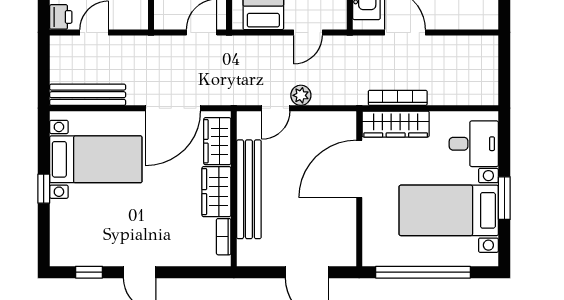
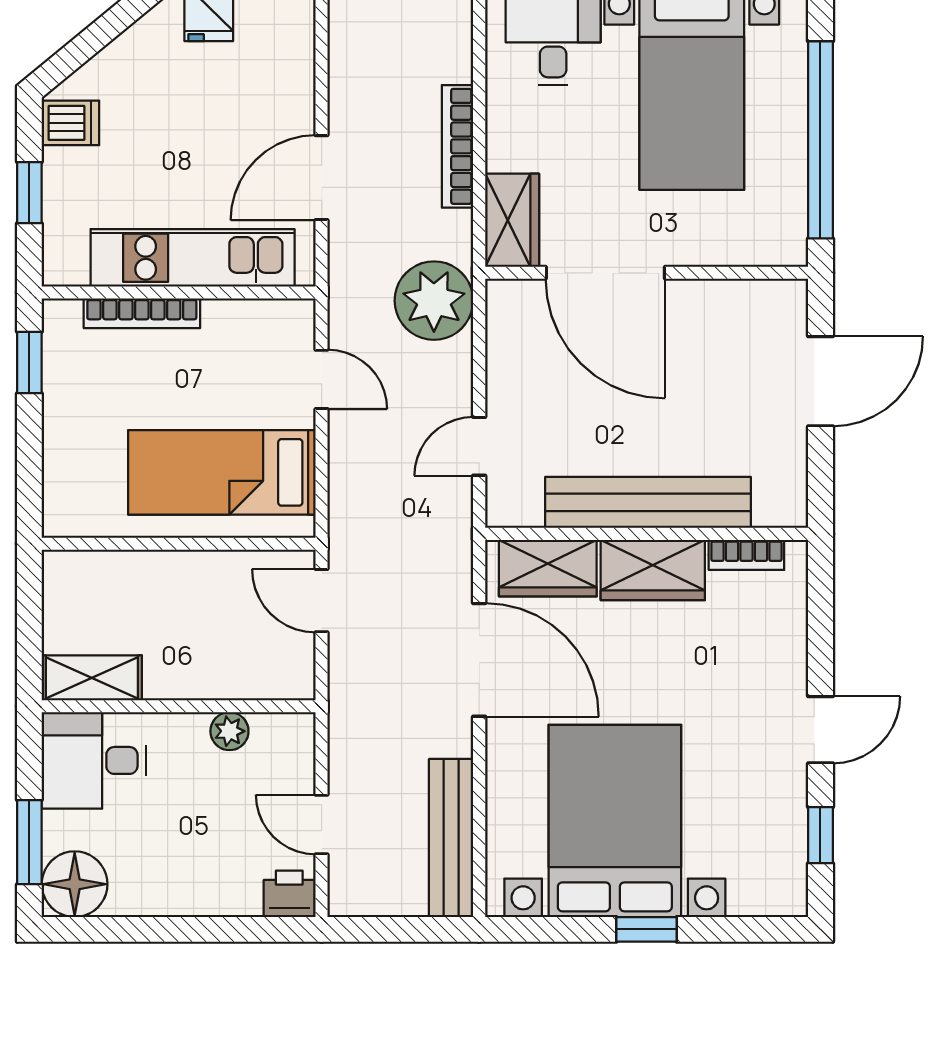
plant: (301, 95) -> (434, 301), moved, width x1.87, depth x1.87
bookcase: (398, 98) -> (458, 146), moved
door: (276, 108) -> (479, 446), swing flipped
wardrobe: (396, 124) -> (512, 220), width x0.67
bed with nightstands: (96, 159) -> (615, 821), width x1.36

